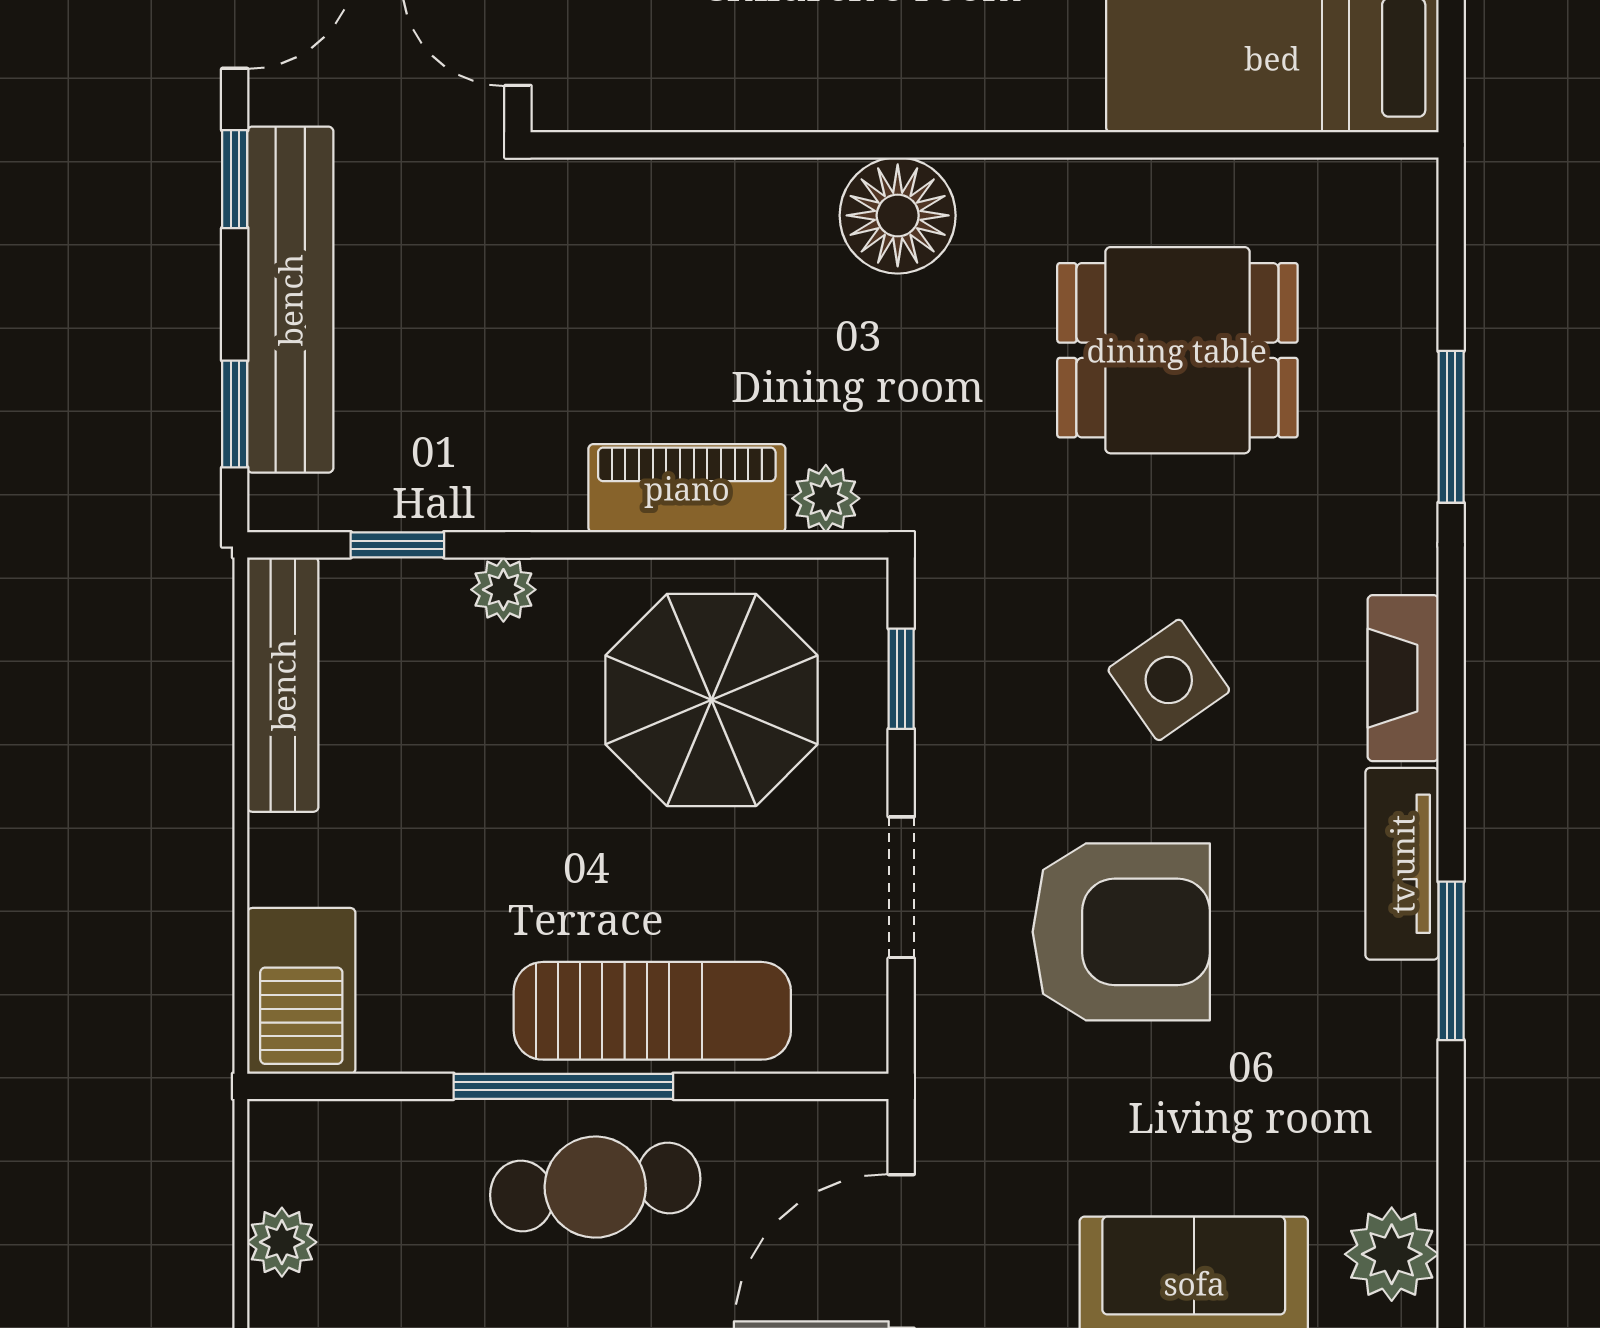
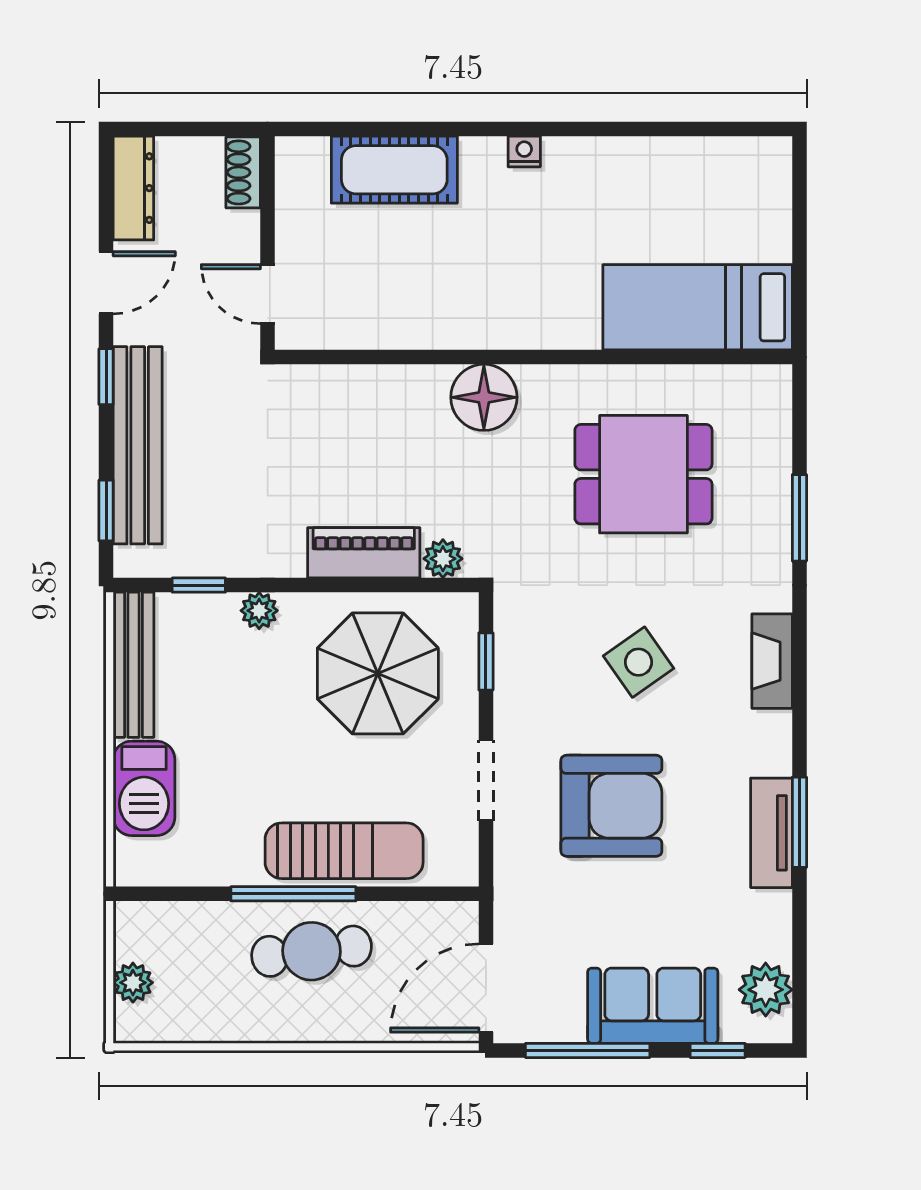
tv unit: (1402, 864) -> (771, 833), moved
barbecue: (301, 991) -> (144, 788), moved

